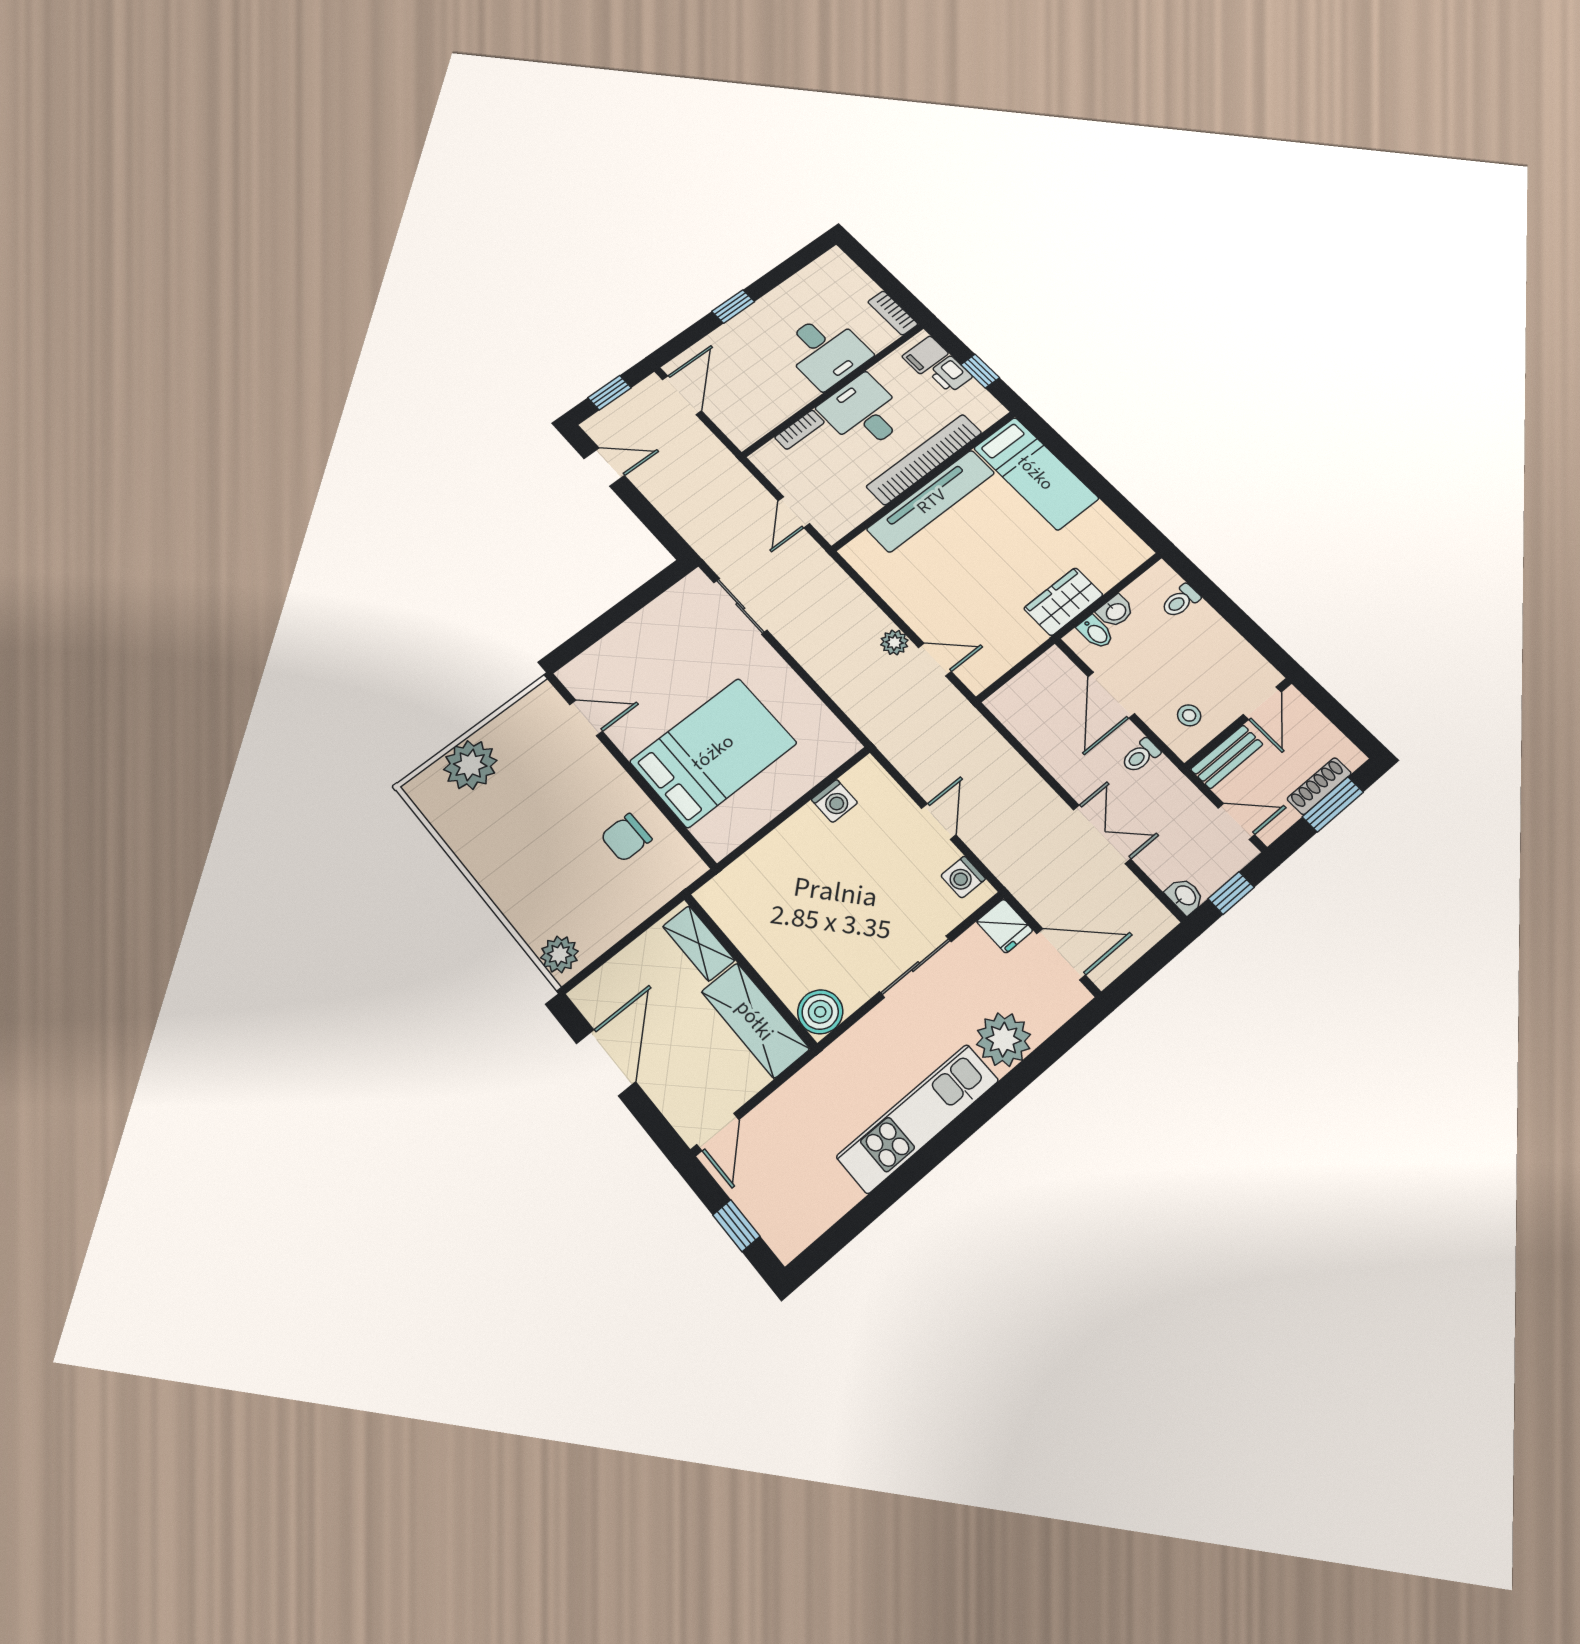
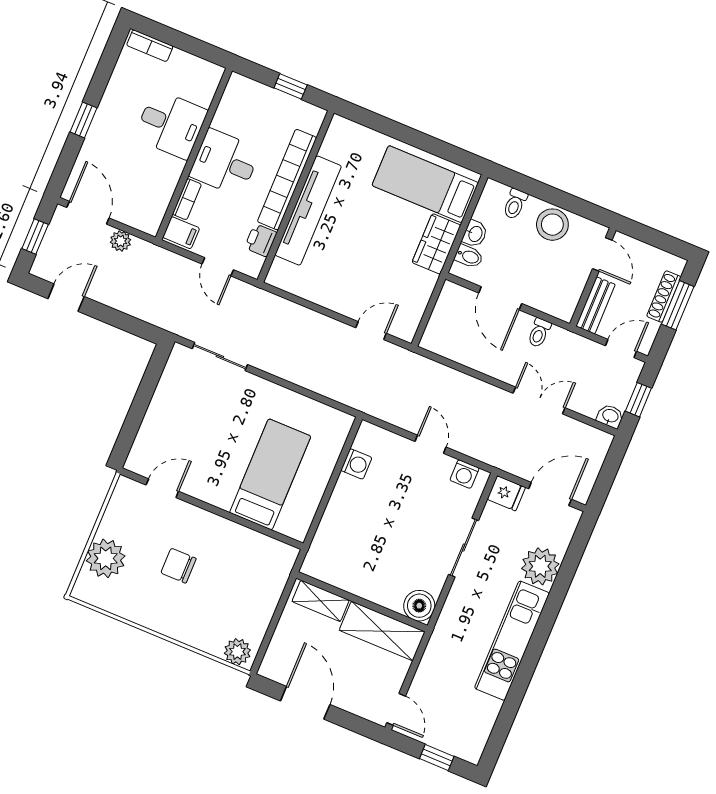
bookcase: (893, 313) -> (150, 46), moved
filing cabinet: (925, 355) -> (181, 233), moved, turned -90
printer: (950, 374) -> (261, 240), moved, turned 90
bed: (1036, 473) -> (425, 184), moved, turned 180
plant: (894, 642) -> (121, 241), moved
stool: (1189, 715) -> (552, 225), moved, width x1.89, depth x1.89
bed: (713, 752) -> (270, 474), width x0.67
chair: (626, 838) -> (179, 566), moved, turned 90

